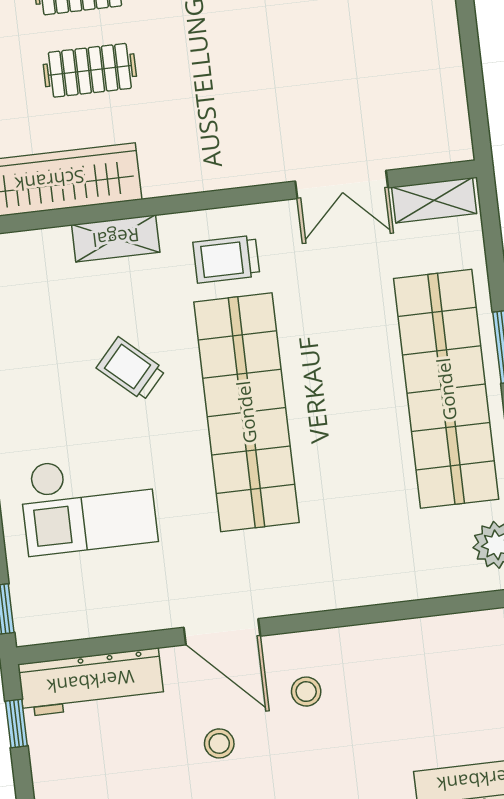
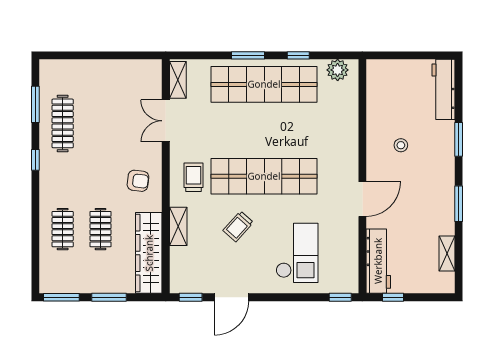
armchair: (205, 139) -> (138, 181), added
double door: (342, 184) -> (166, 121), swing flipped
trolley: (226, 259) -> (193, 177), turned 180
stool: (306, 692) -> (401, 145), moved
stool: (219, 743) -> (413, 206), removed

